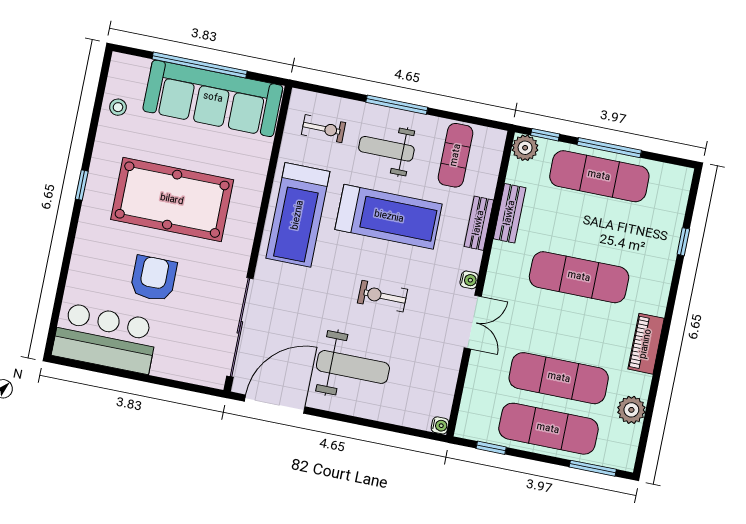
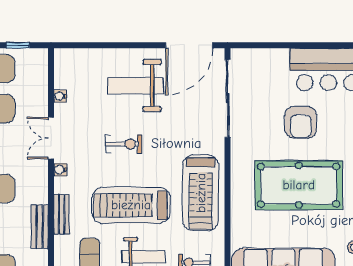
treadmill: (298, 215) -> (201, 193), turned 180
water cooler: (440, 425) -> (60, 96), moved

